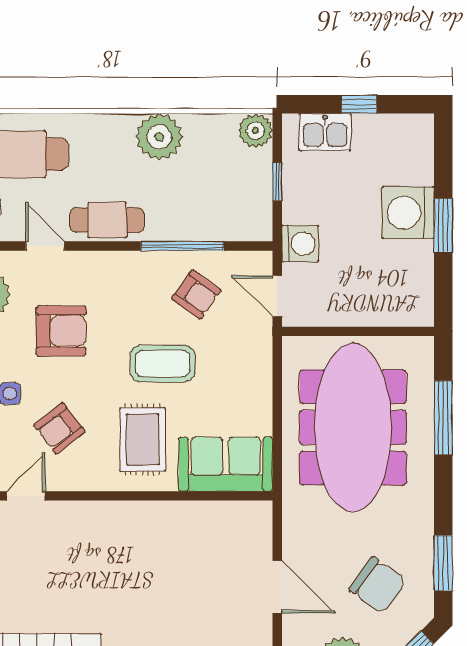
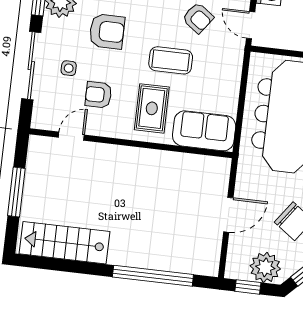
armchair: (59, 428) -> (98, 95), turned 38
door: (277, 587) -> (228, 215), hinge flipped

